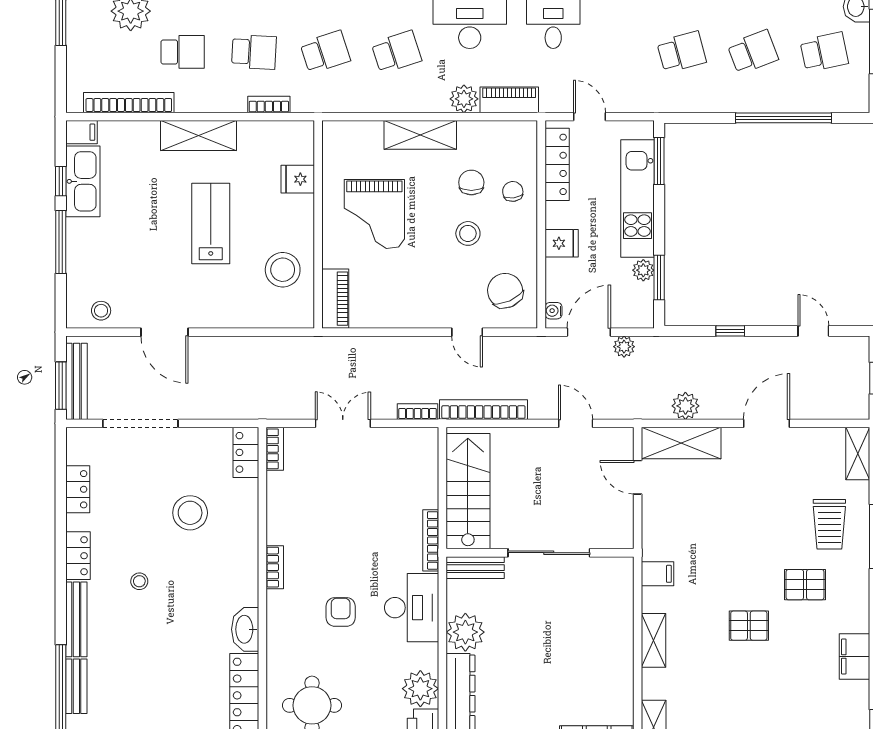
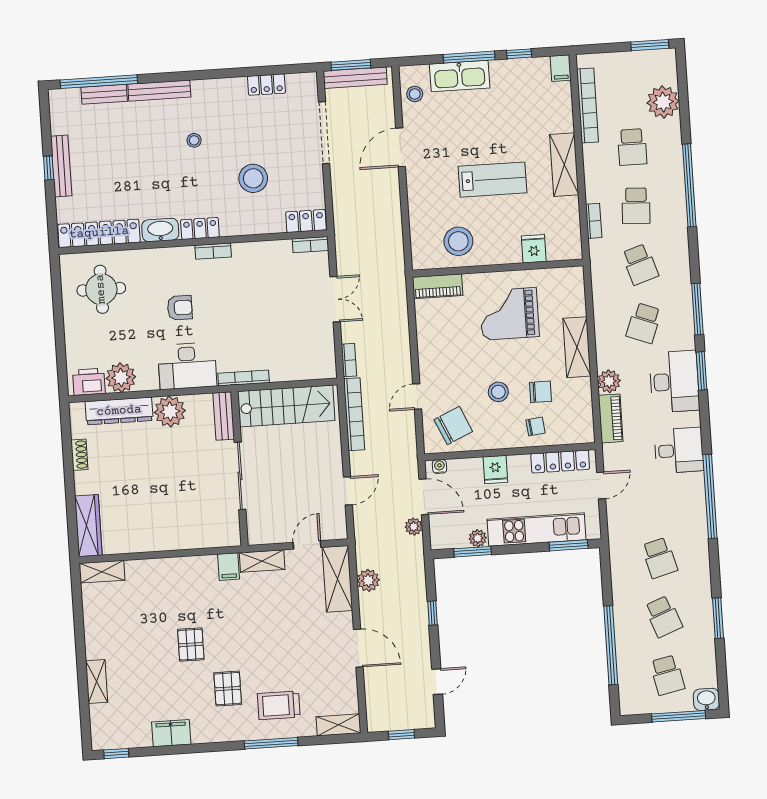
school desk: (396, 52) -> (644, 323), turned 39
kitchen sink: (83, 181) -> (460, 76), moved
locker: (78, 556) -> (200, 228), moved, turned 180
shelving: (654, 640) -> (262, 561), moved

